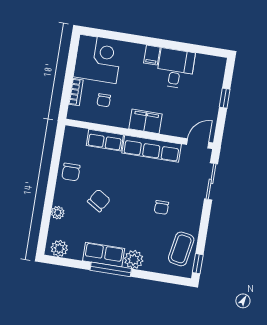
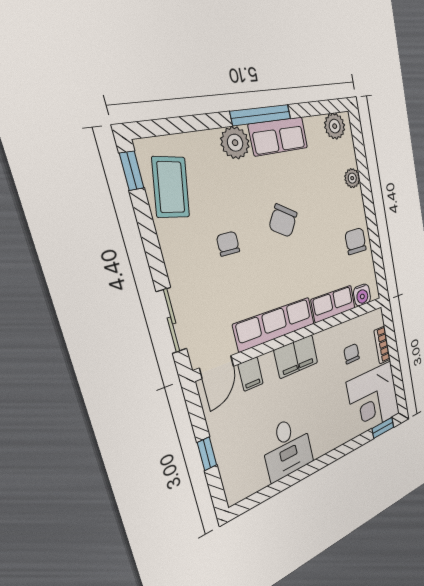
window: (98, 33) -> (383, 428), added
filing cabinet: (152, 55) -> (251, 374), moved, turned 180
water cooler: (80, 135) -> (362, 295), added
chair: (99, 201) -> (283, 221), moved

